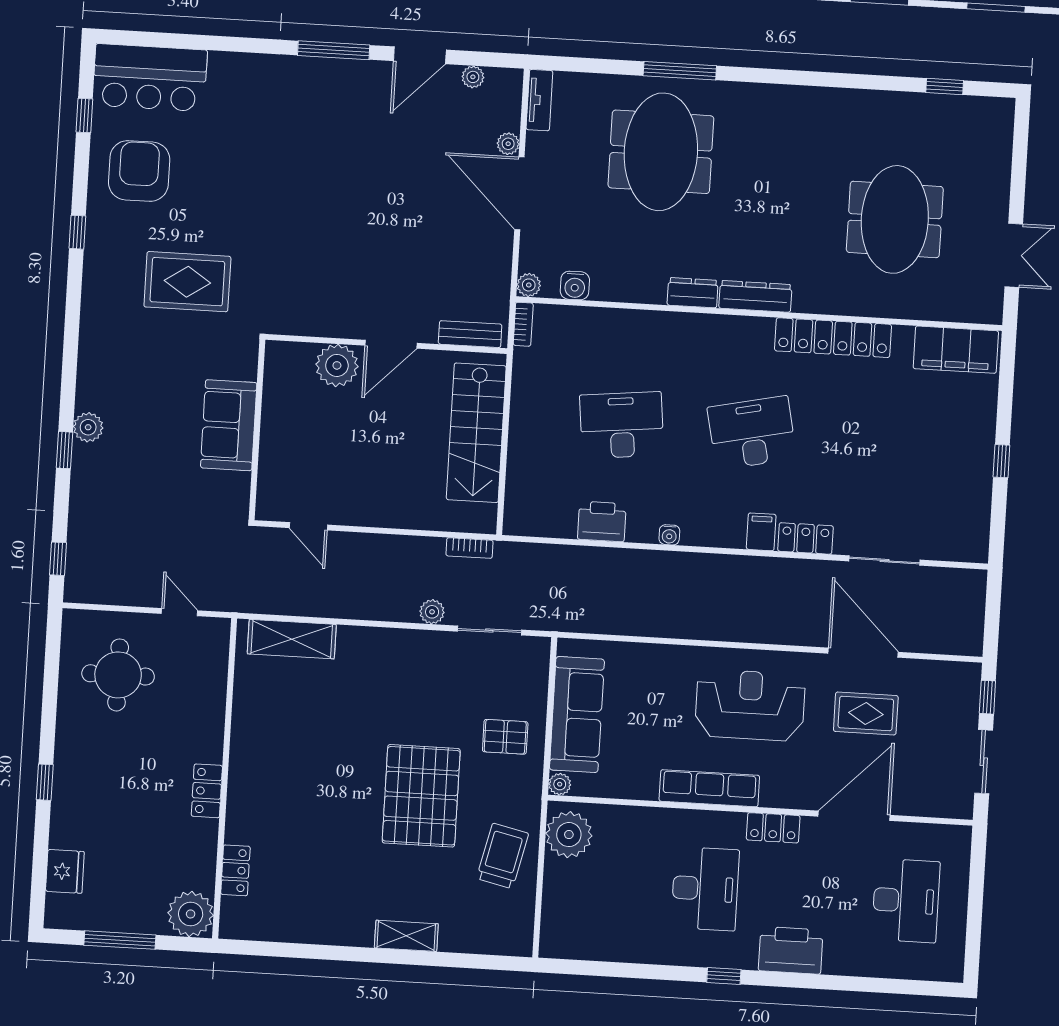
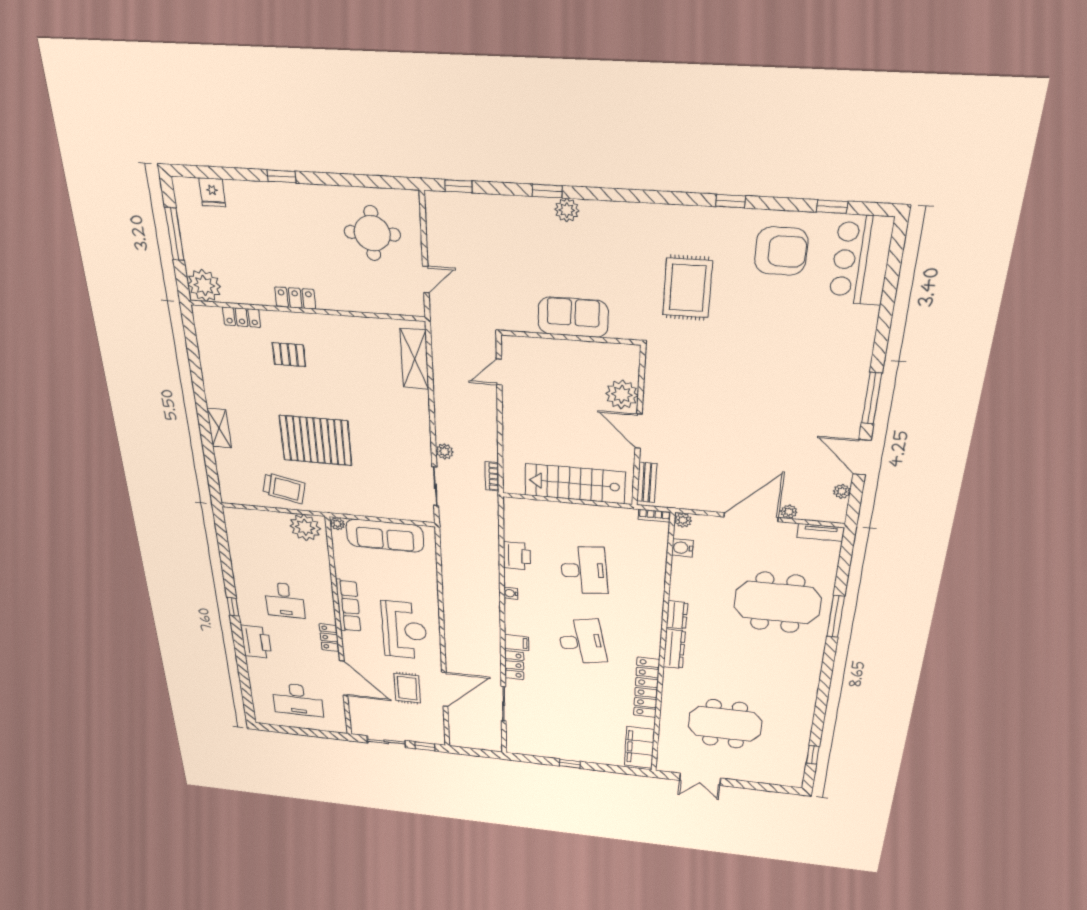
pallet: (505, 737) -> (289, 355), moved, turned 90
fridge: (65, 871) -> (212, 192), width x0.72
desk: (705, 889) -> (285, 600), width x0.73

